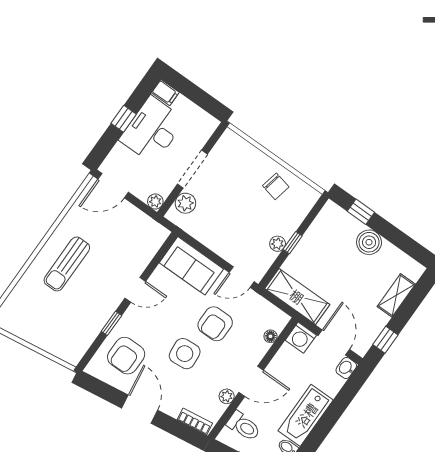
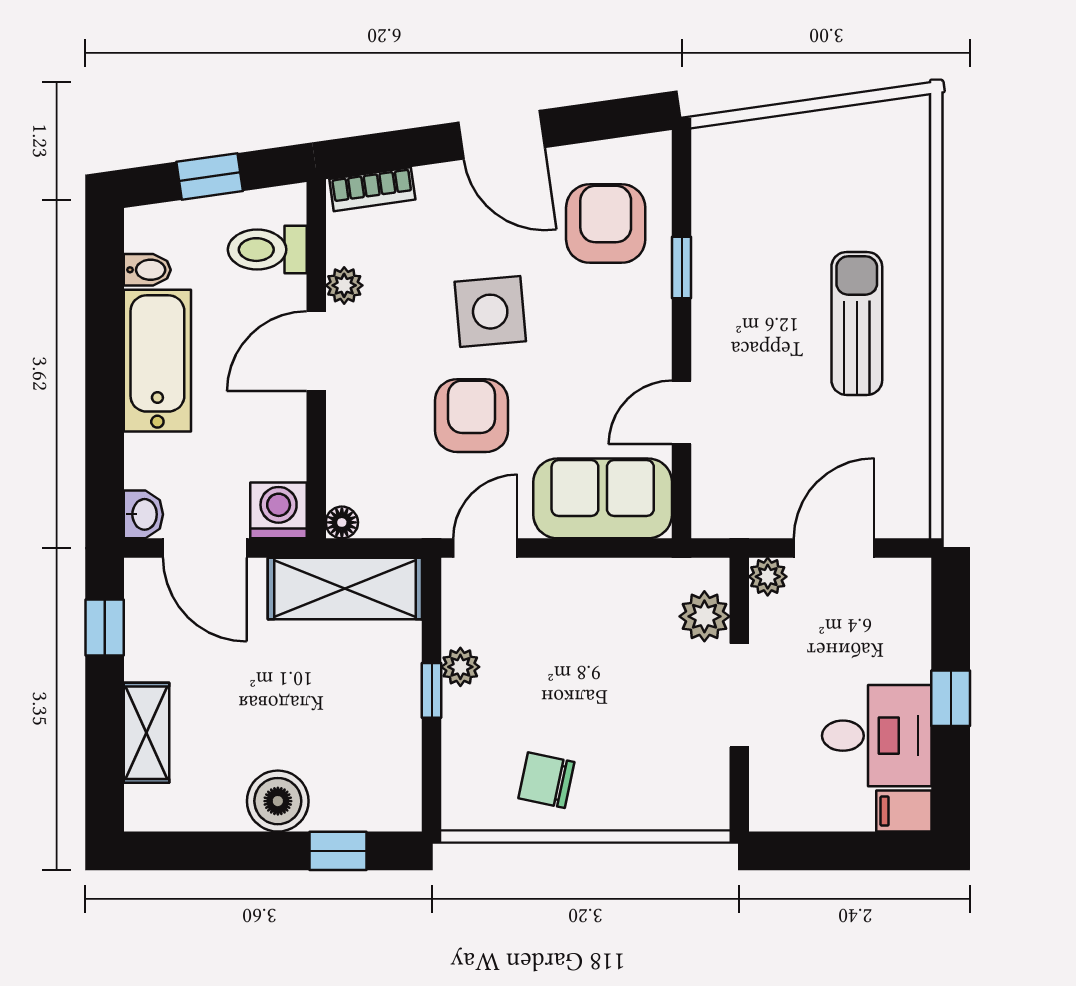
desk: (152, 130) -> (877, 736), width x0.73
door: (113, 186) -> (834, 548), moved
door: (135, 290) -> (682, 412), moved
floor lamp: (270, 336) -> (342, 522), moved

